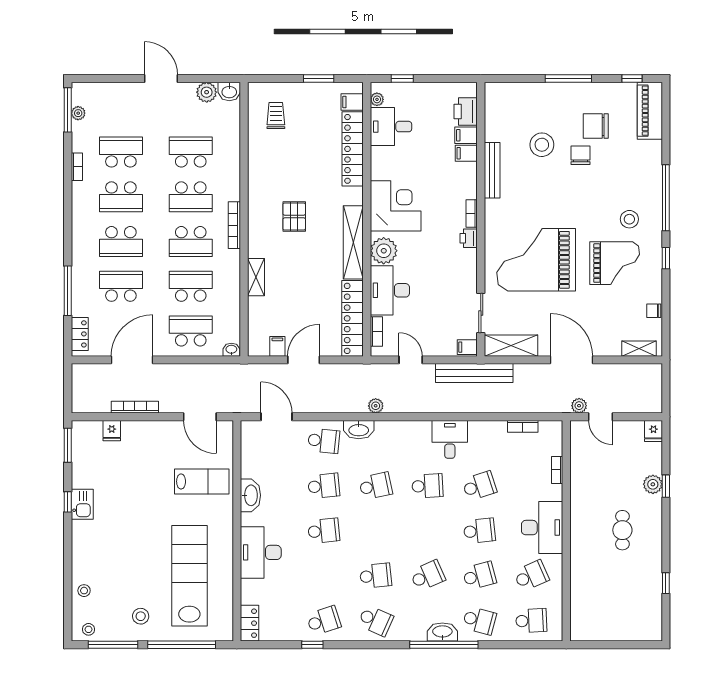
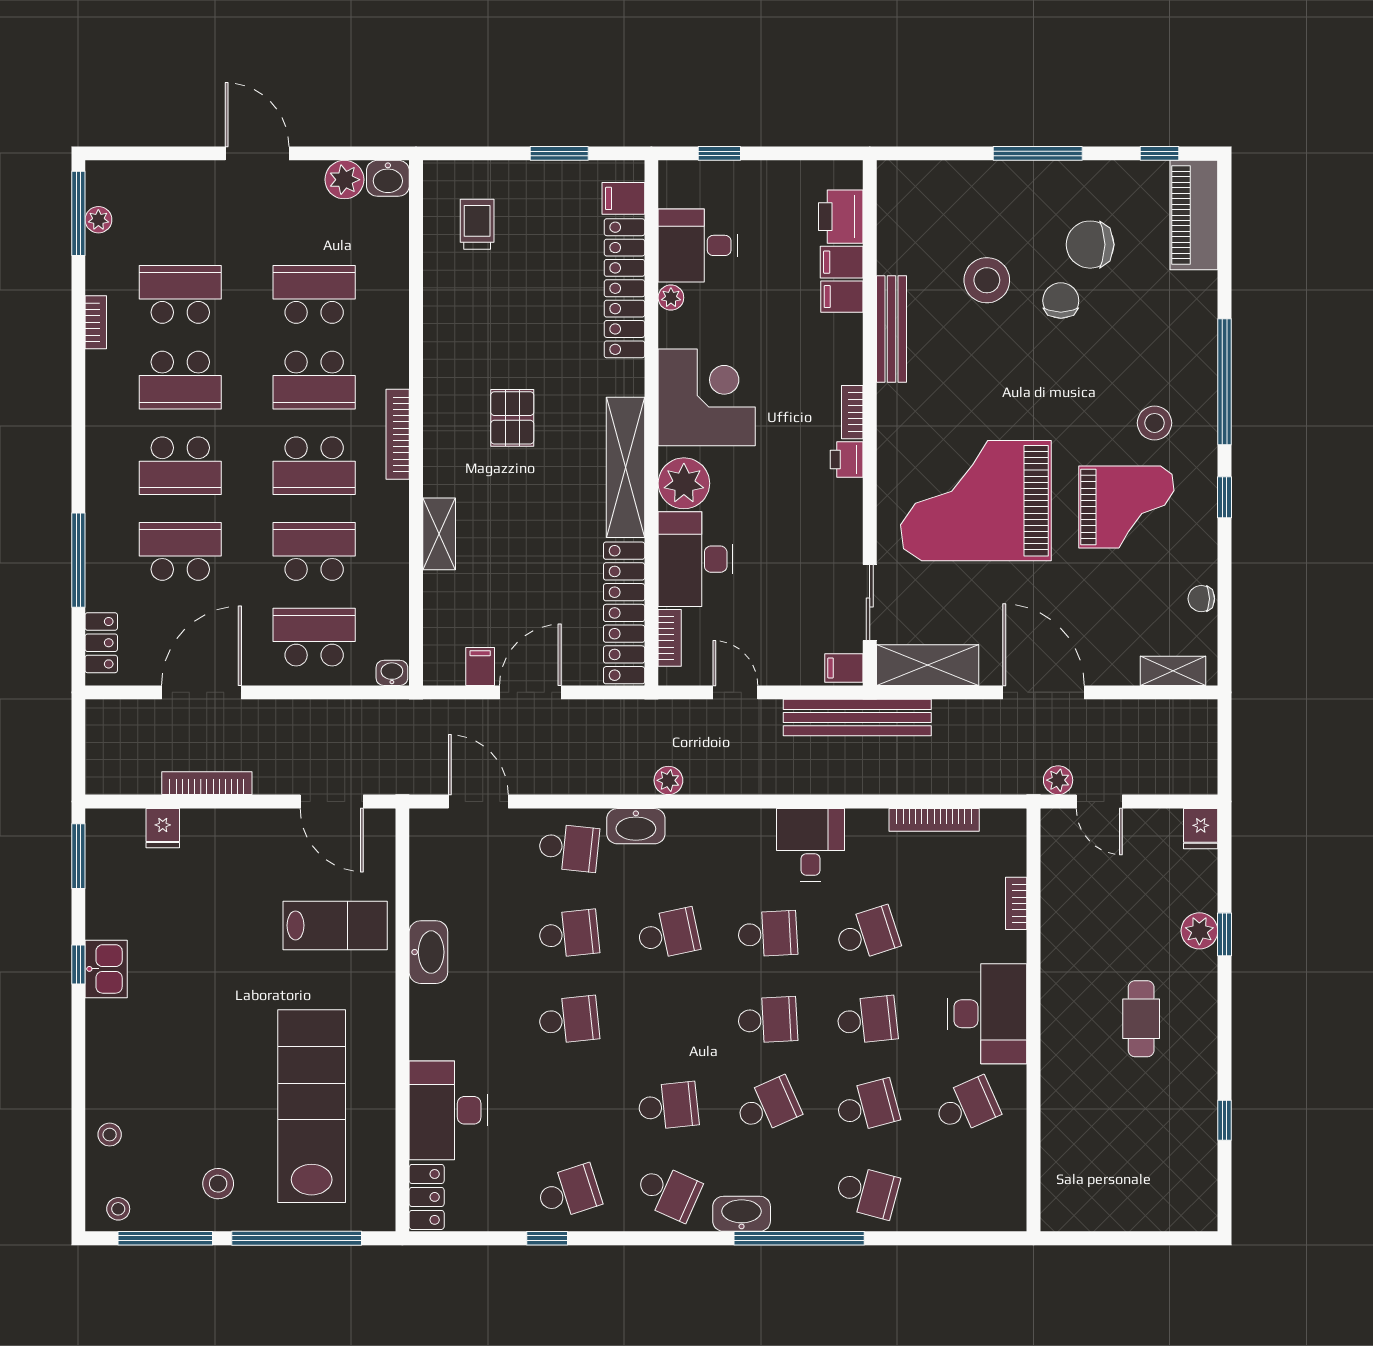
plant: (377, 99) -> (671, 298), moved
bookcase: (523, 426) -> (934, 820), width x1.56
desk: (261, 552) -> (448, 1110), moved
school desk: (531, 621) -> (768, 1020), moved
washbasin: (442, 632) -> (742, 1214), moved

